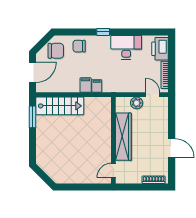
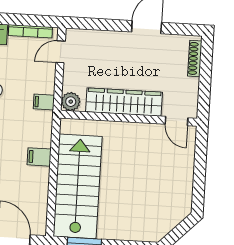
filing cabinet: (97, 86) -> (44, 102), moved
plant: (137, 103) -> (71, 102), moved
stairs: (60, 106) -> (78, 186), width x1.36, depth x1.51

